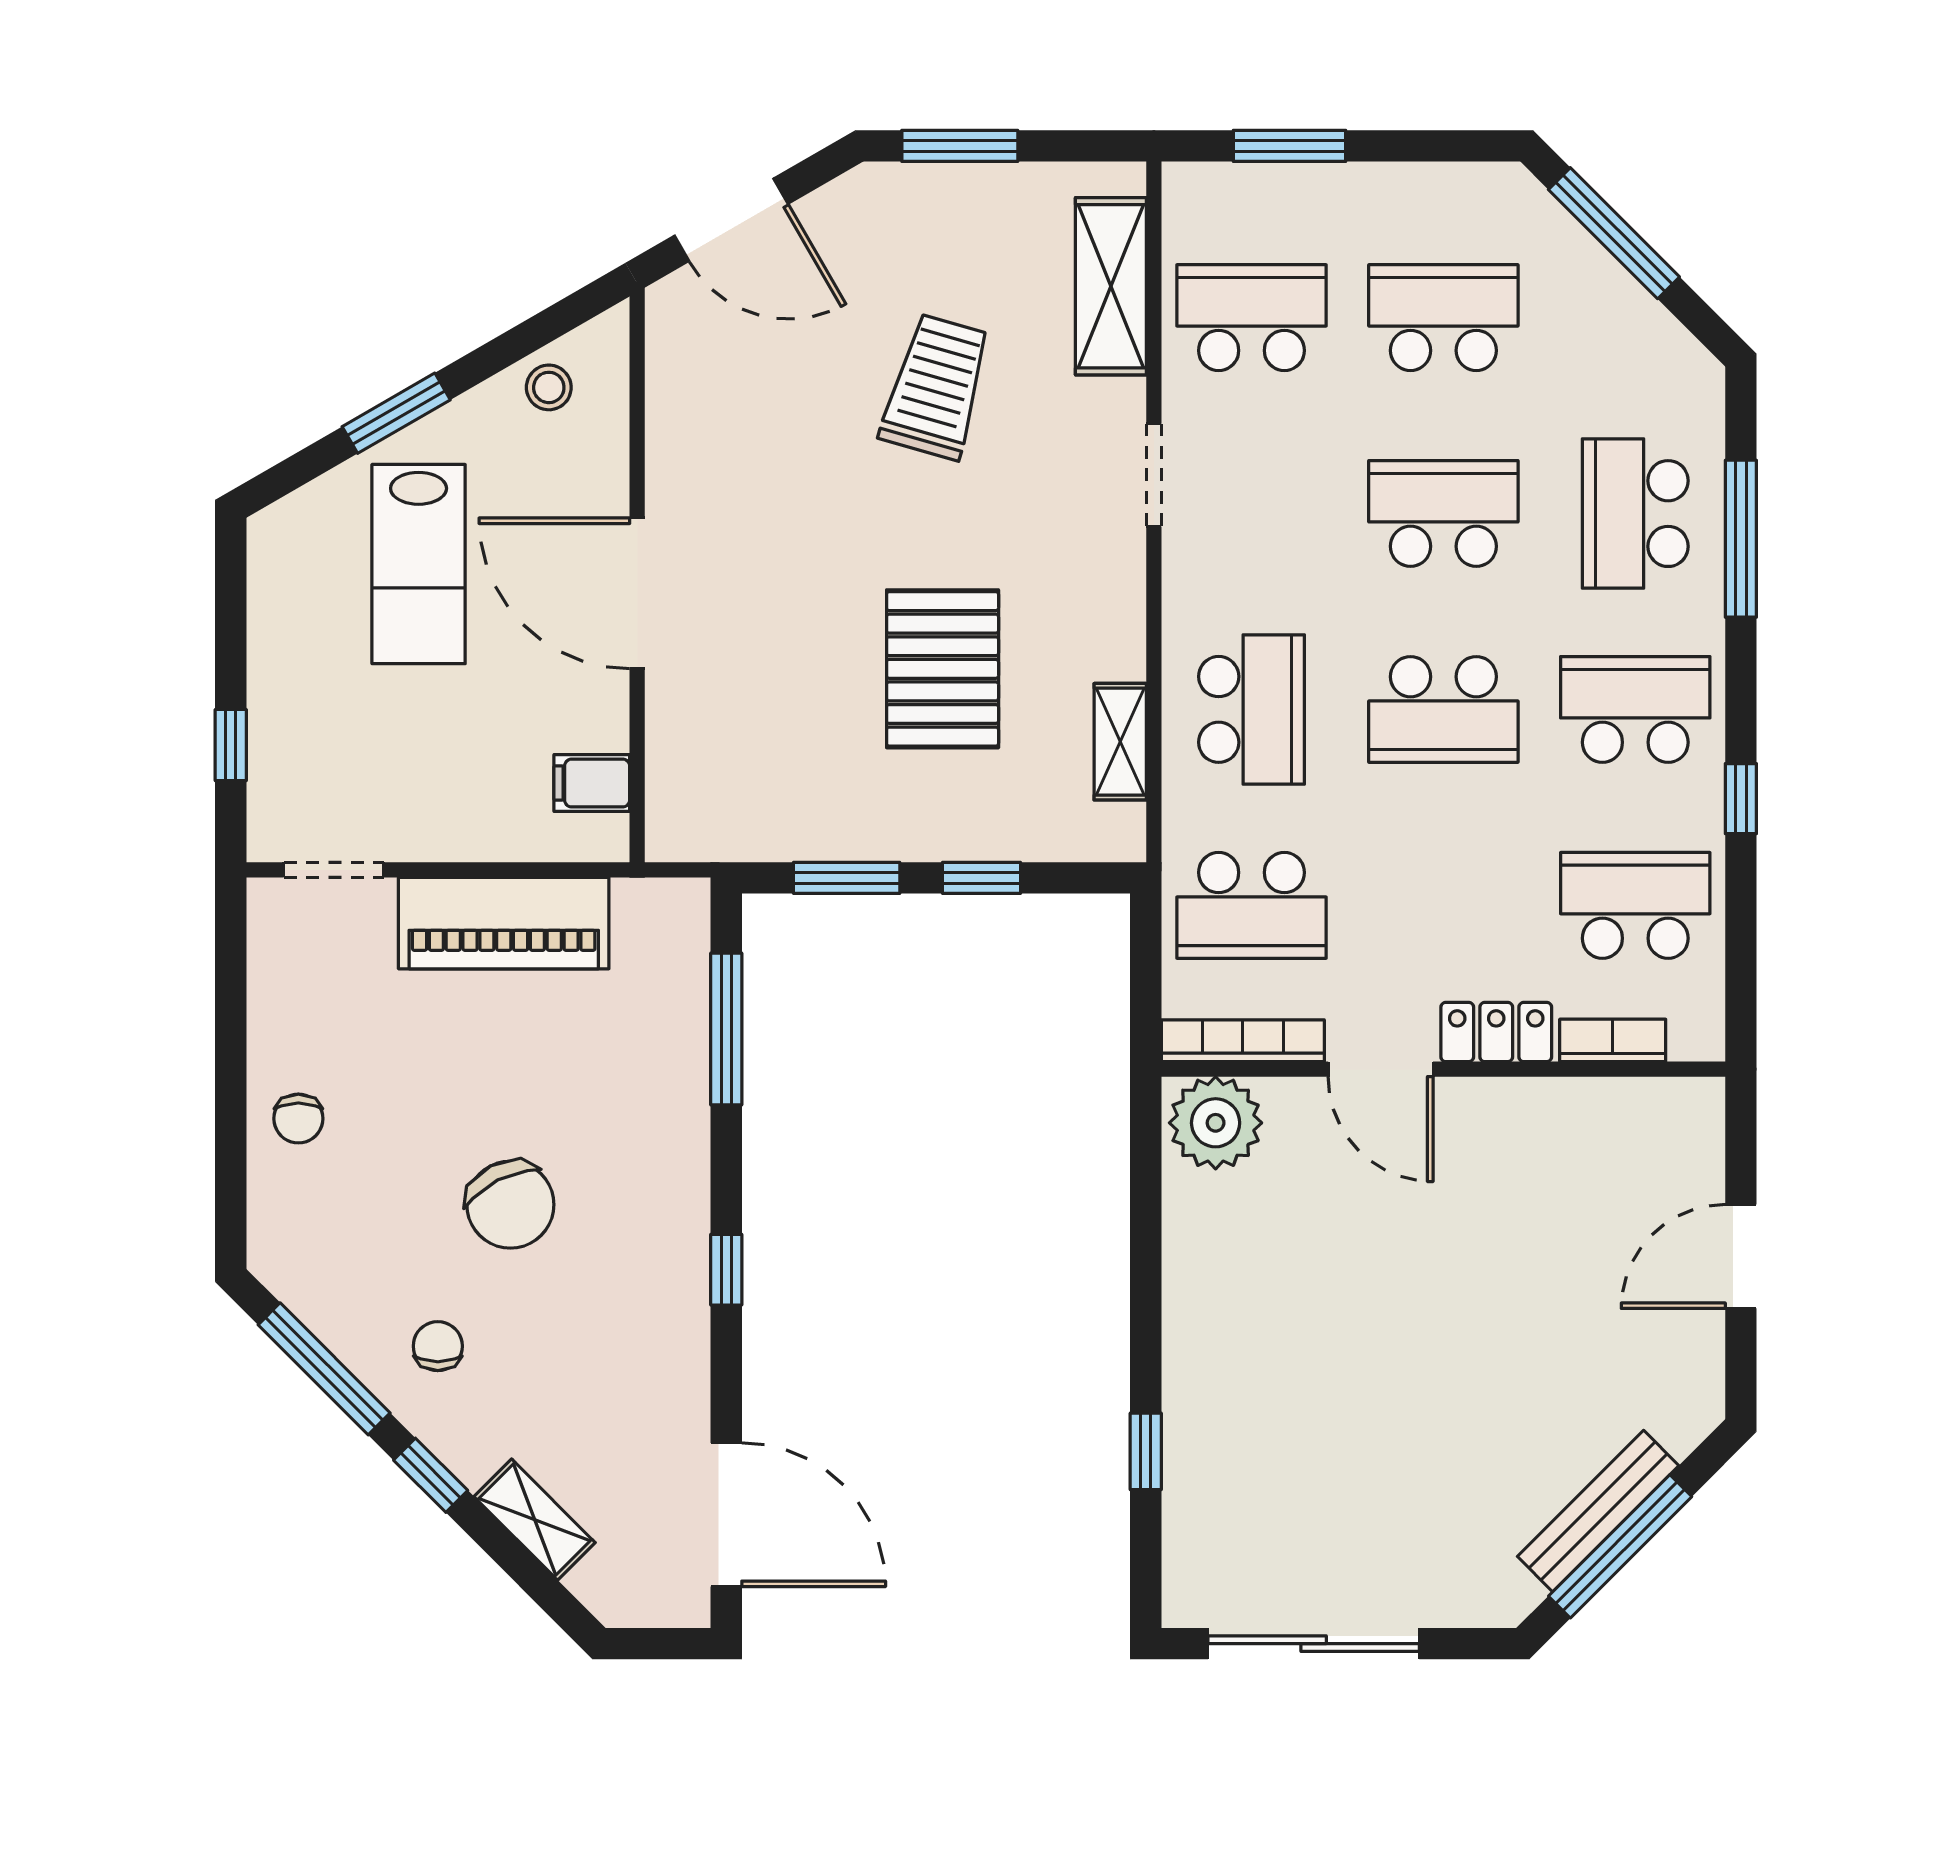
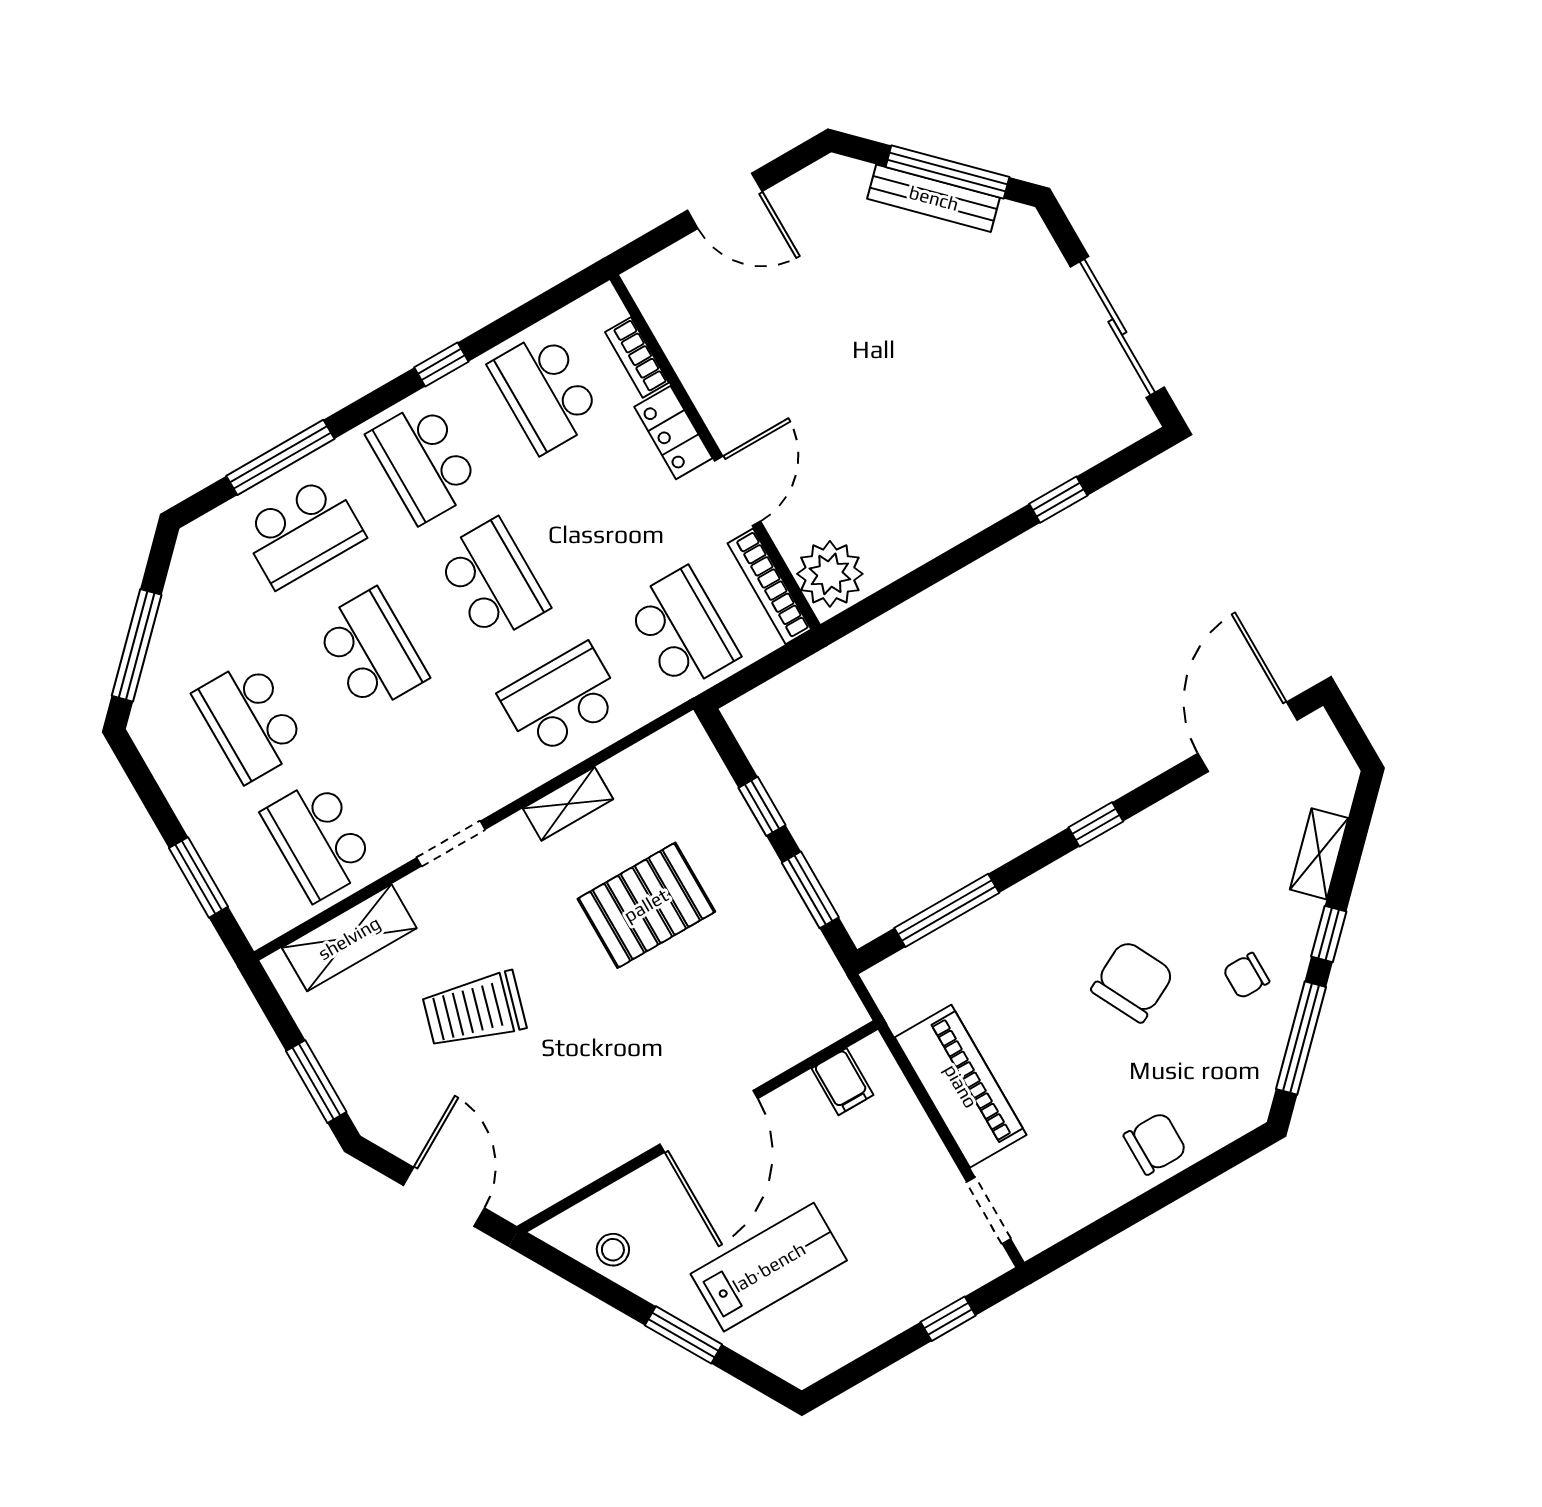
school desk: (1443, 514) -> (371, 651), turned 180
shelving: (1120, 742) -> (568, 804), moved
chair: (298, 1119) -> (1155, 1143), width x1.37, depth x1.37

